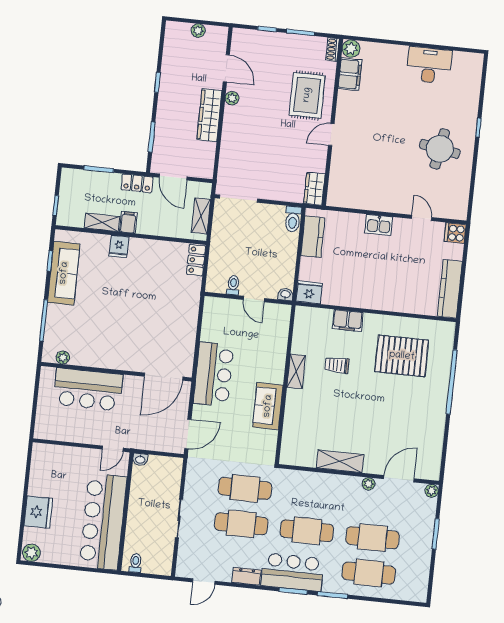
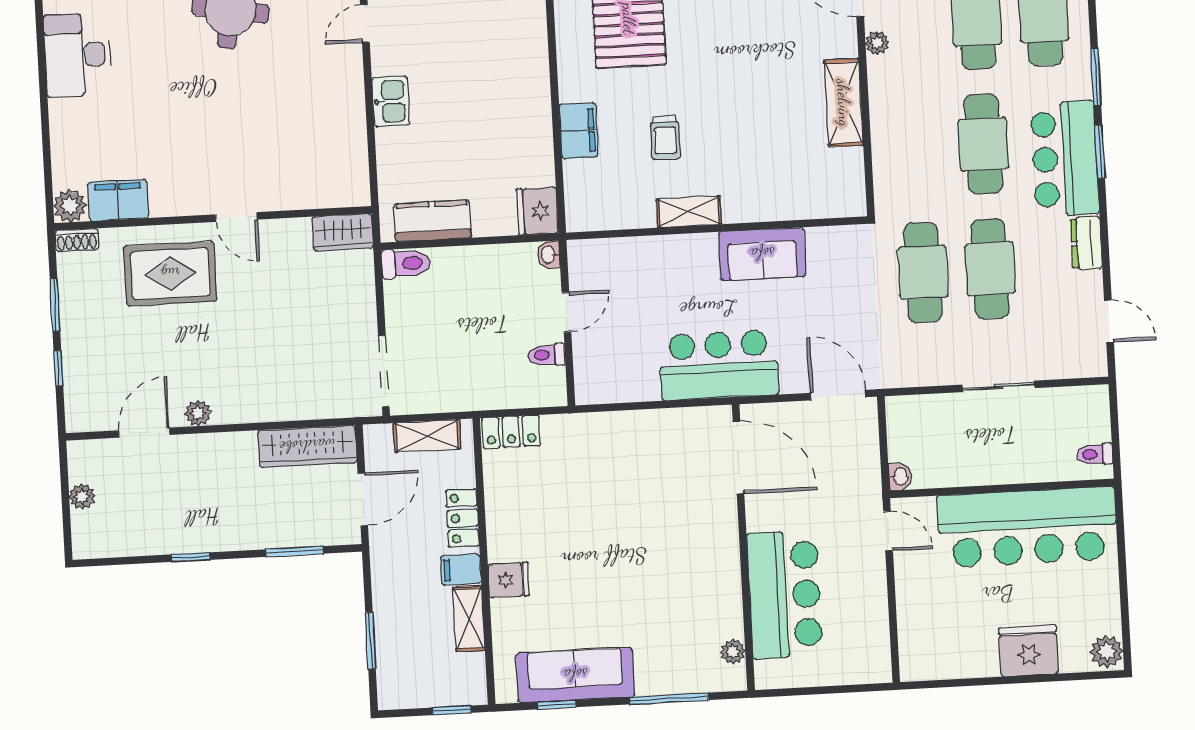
wardrobe: (209, 115) -> (307, 446), moved
locker: (137, 183) -> (462, 518), moved, turned 180

